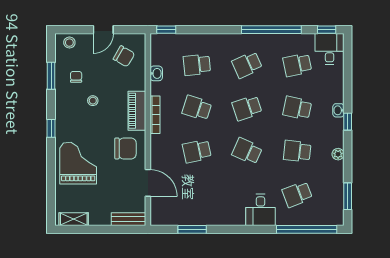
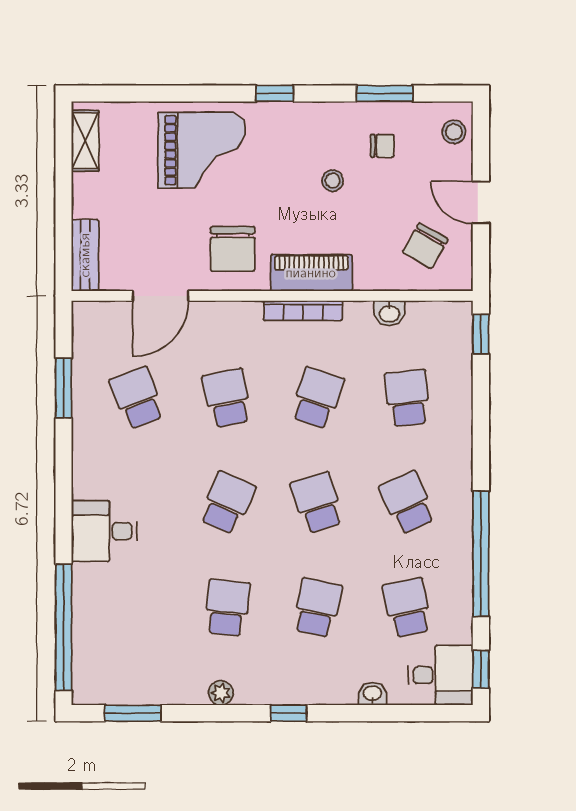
washbasin: (338, 110) -> (372, 694), moved
school desk: (297, 194) -> (137, 398), moved

